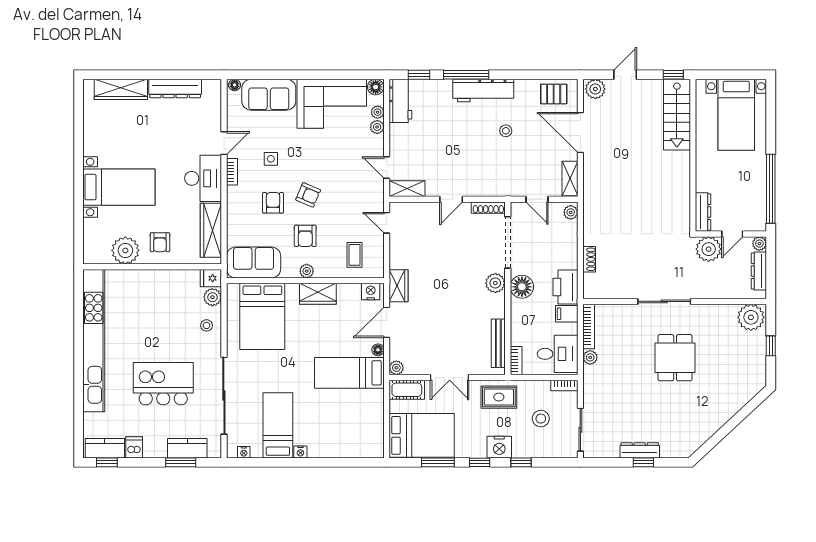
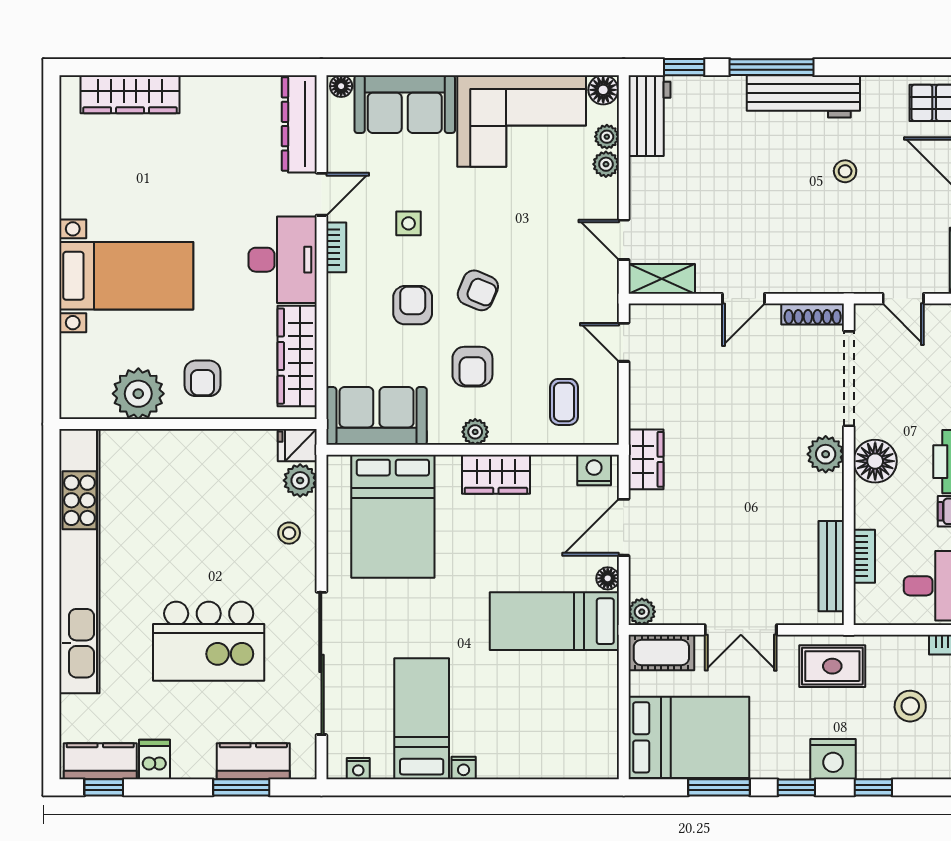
dresser: (175, 88) -> (299, 124), moved, turned 90
bookcase: (516, 361) -> (864, 556), moved
kitchen island: (163, 384) -> (209, 641), turned 180

